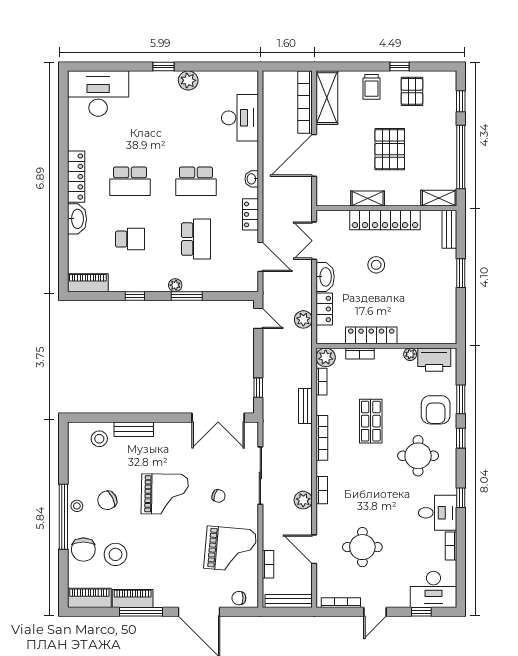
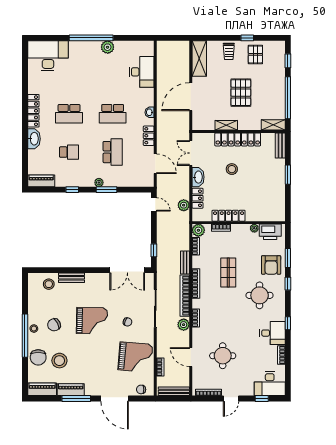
window: (163, 67) -> (91, 38), width x3.17
bookcase: (305, 102) -> (185, 296), moved

